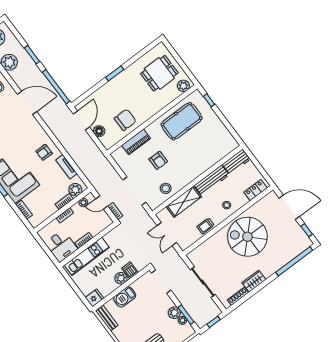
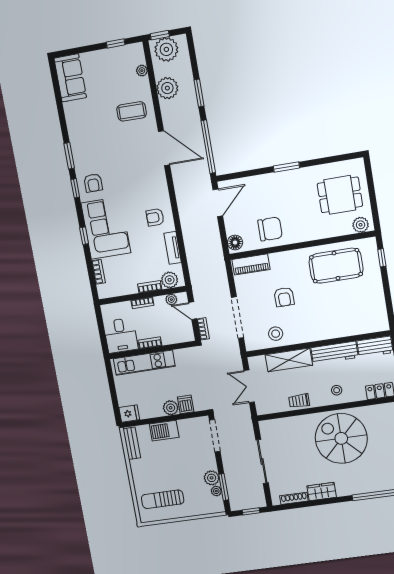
floor lamp: (99, 131) -> (235, 242), moved
piano: (136, 142) -> (251, 264), moved

